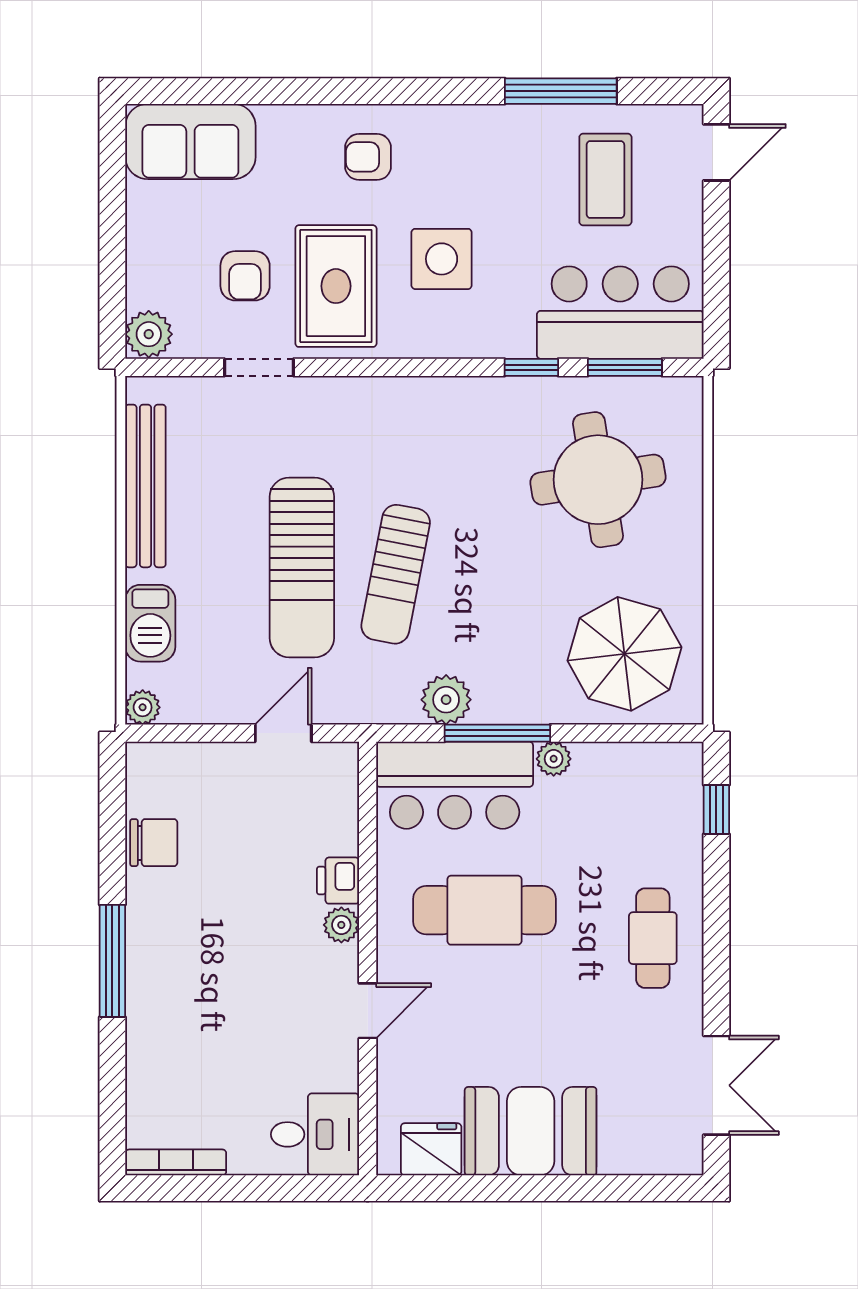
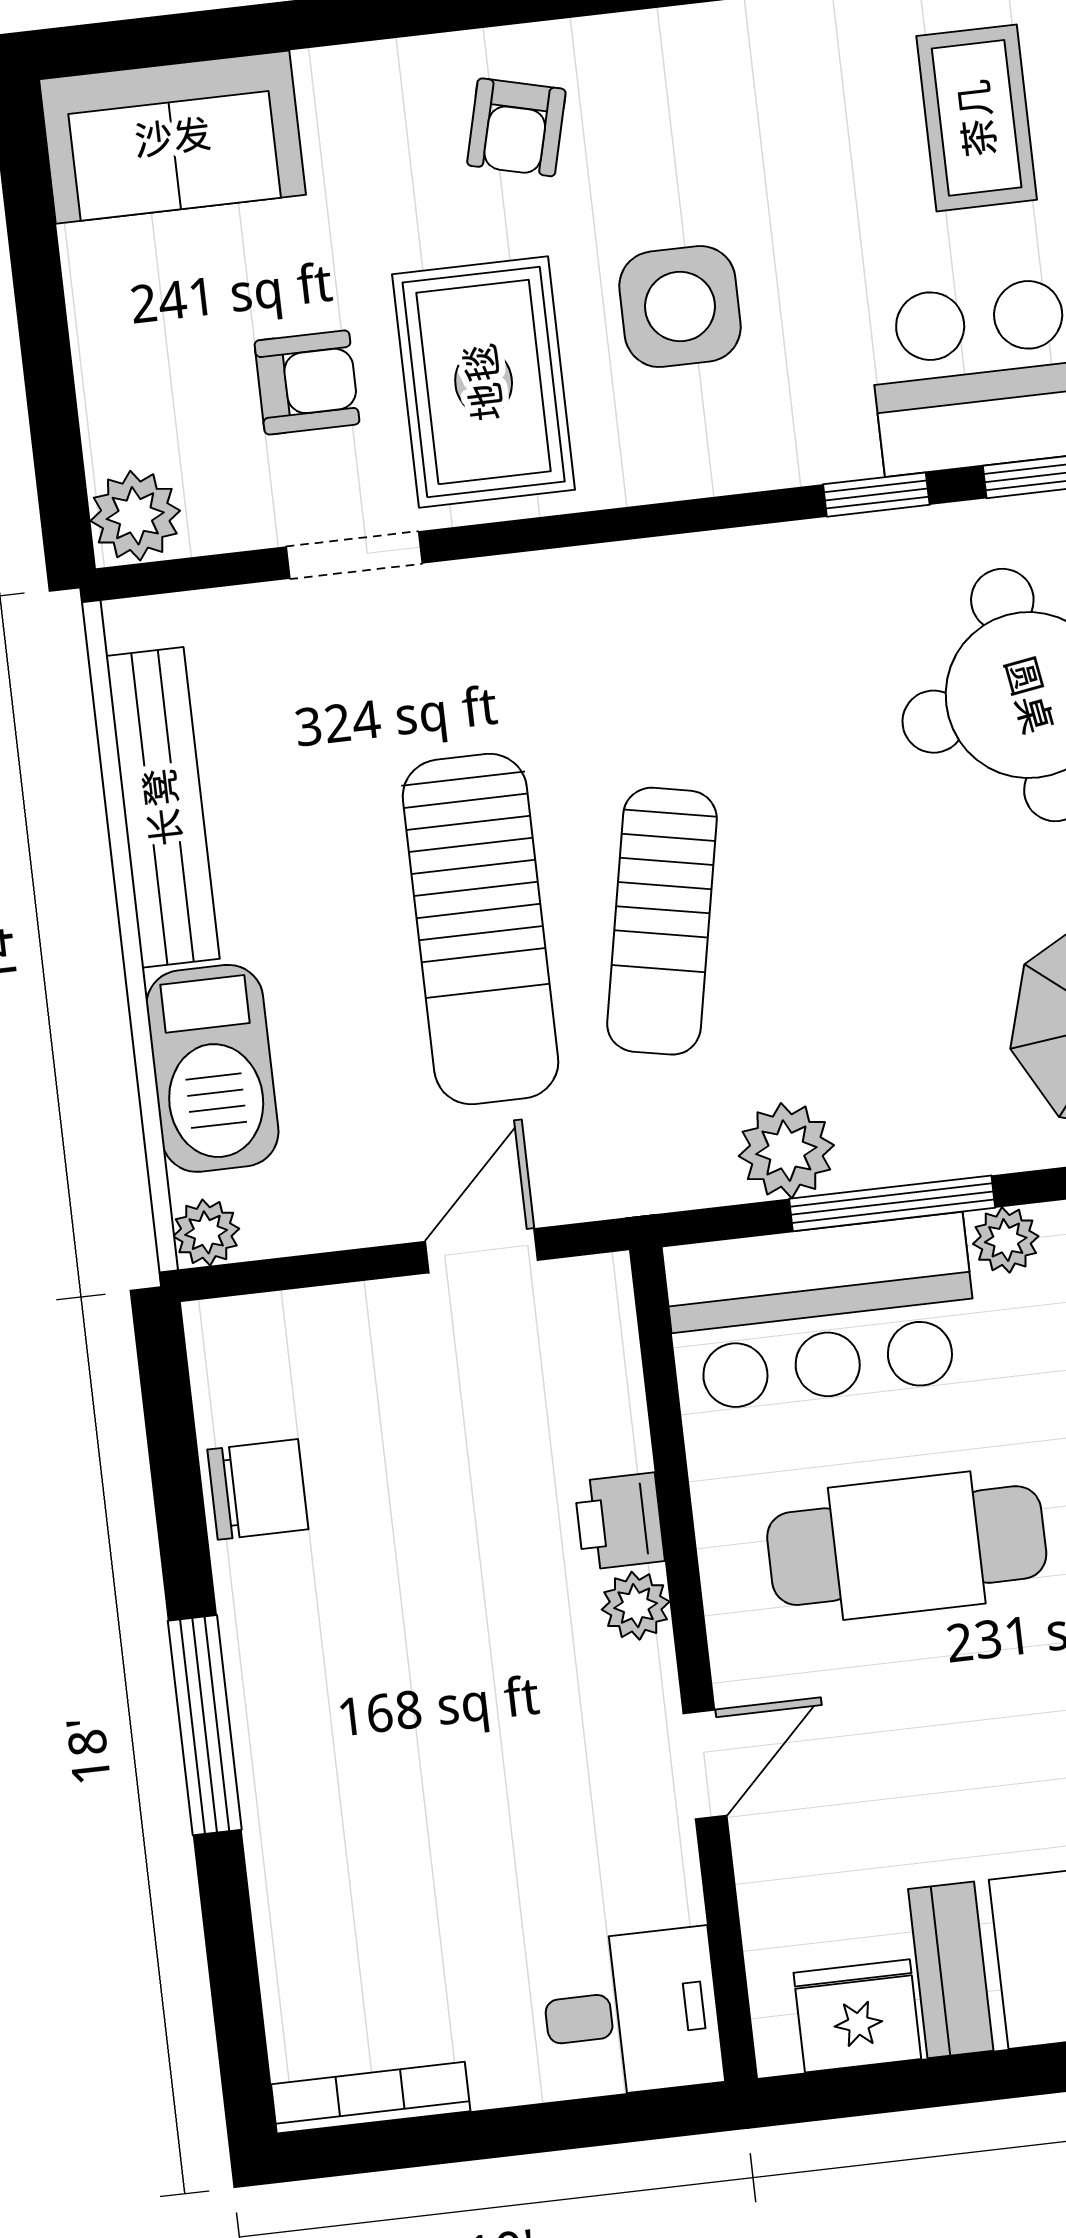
armchair: (368, 157) -> (516, 127), turned -76
armchair: (245, 276) -> (307, 382), turned -90
barbecue: (150, 623) -> (212, 1068), width x1.37, depth x1.21

